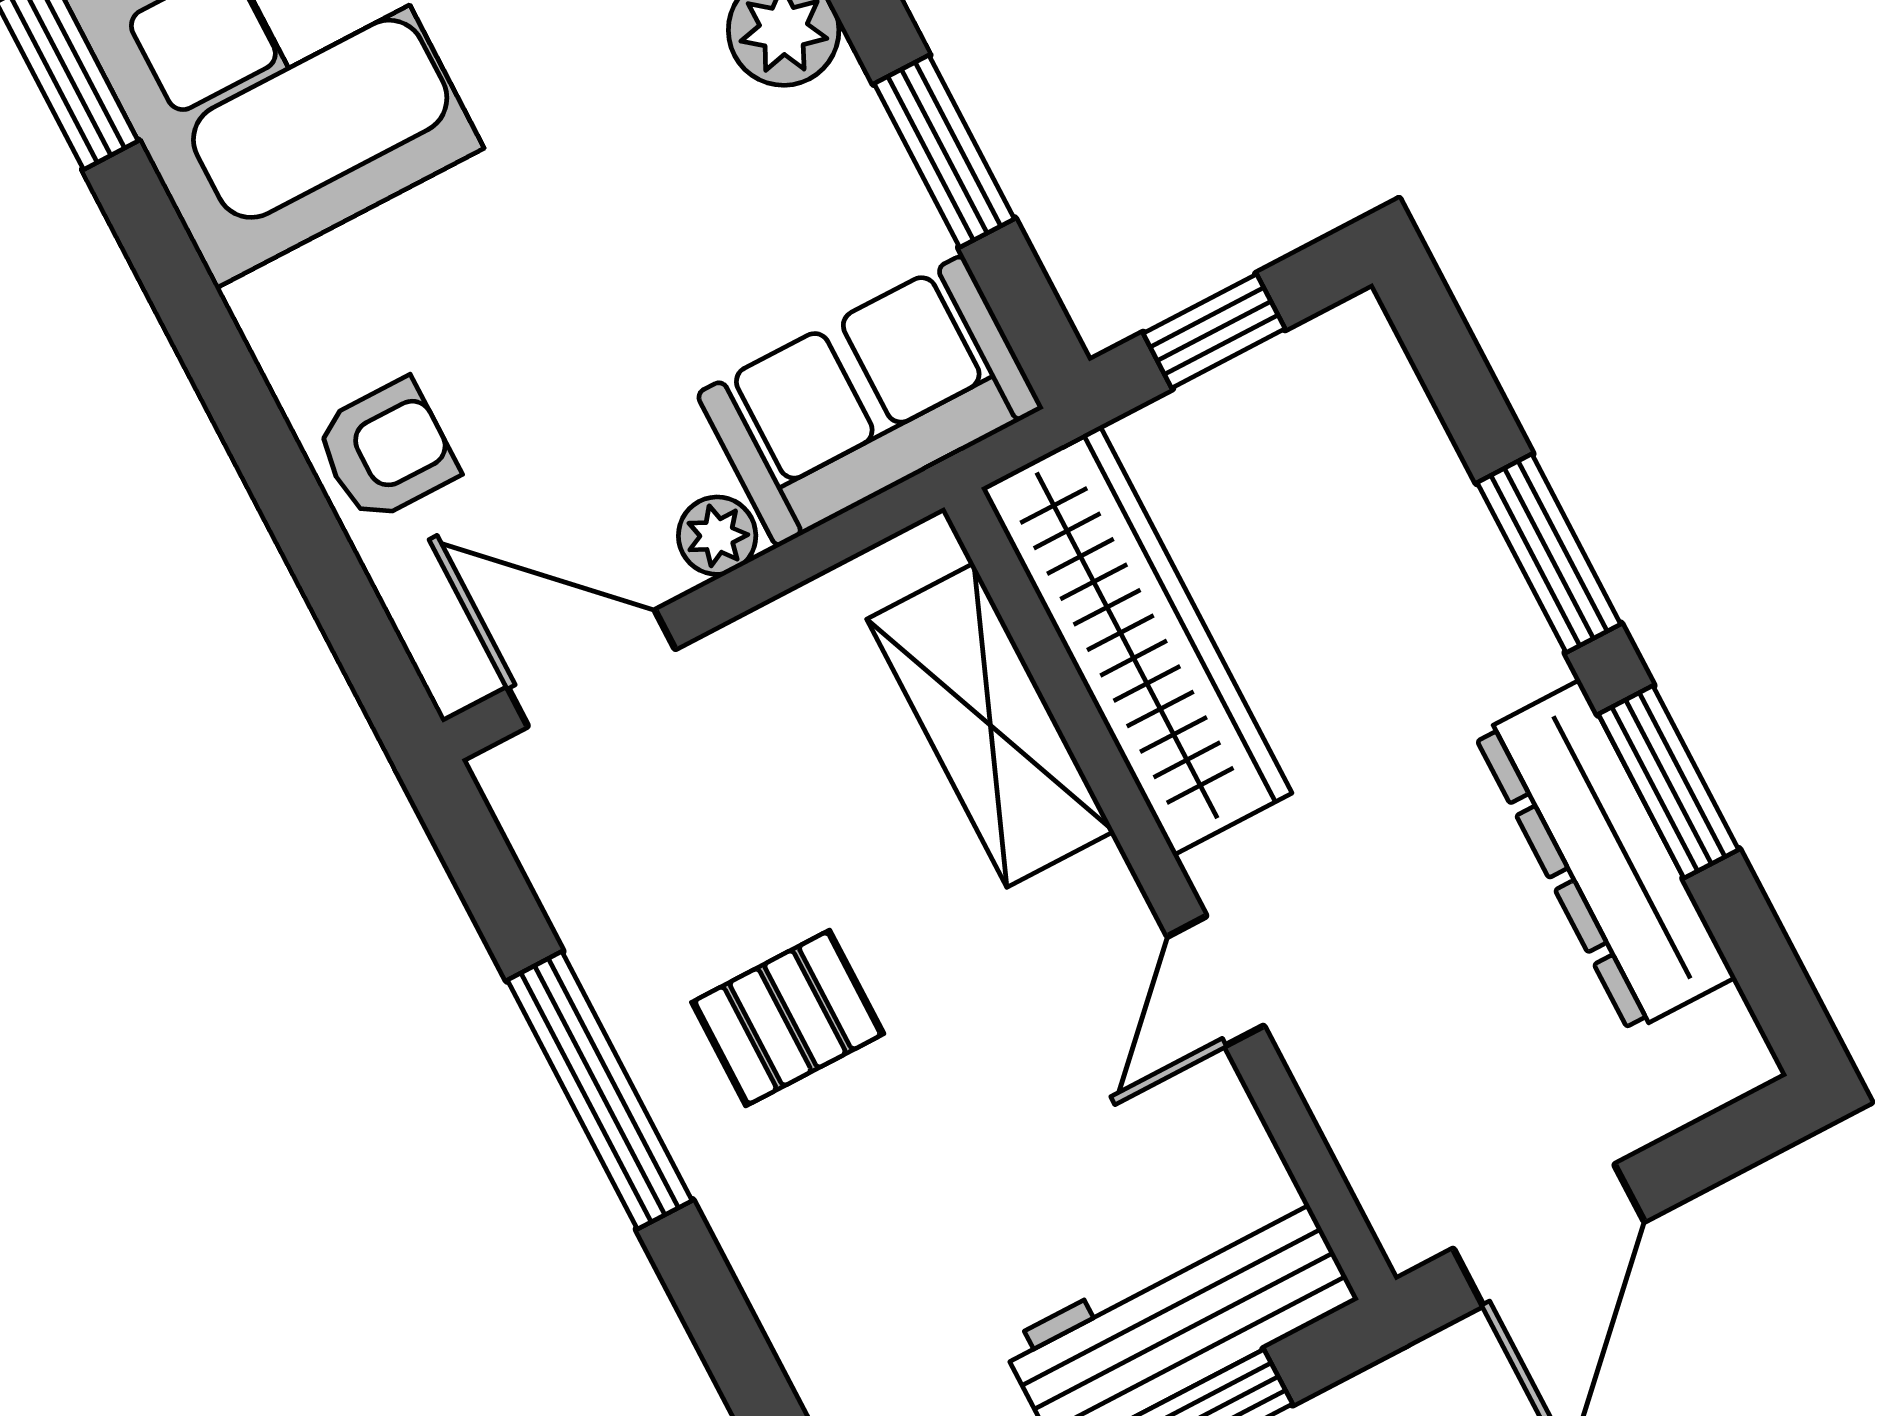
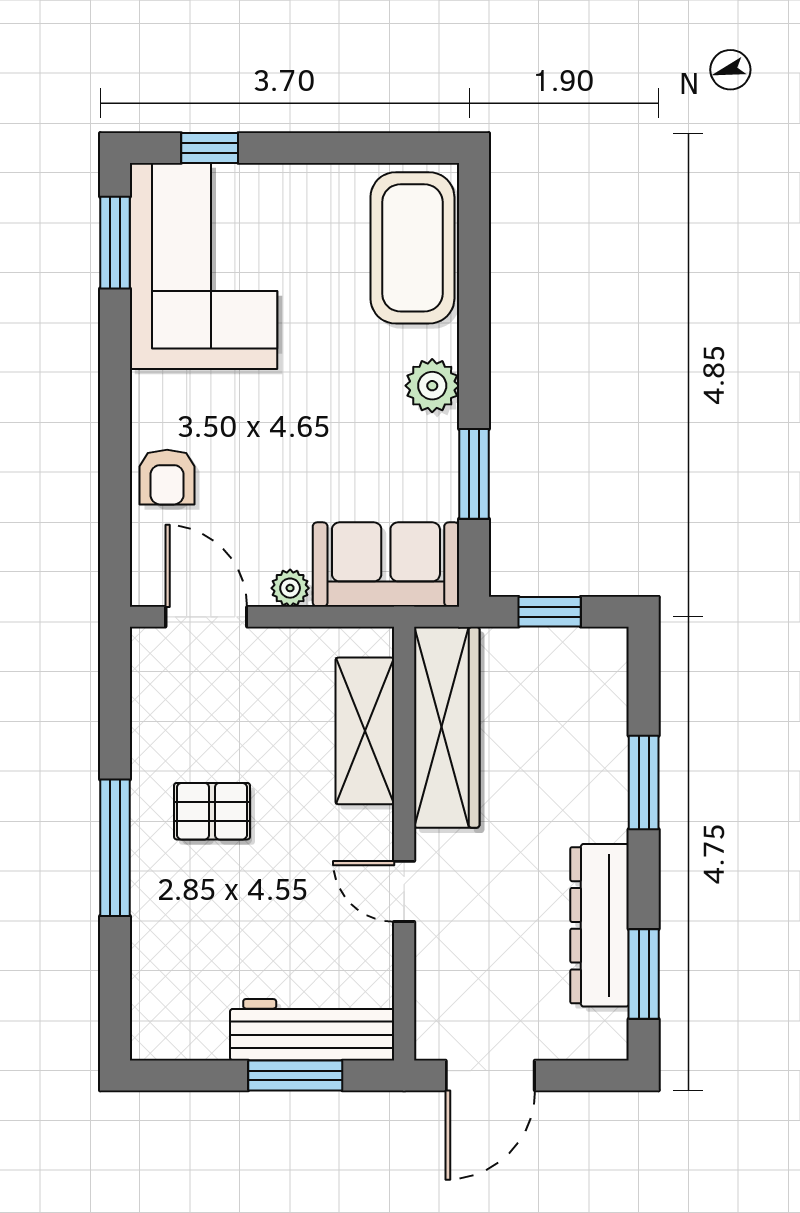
armchair: (386, 450) -> (167, 477), turned 90
window: (1668, 782) -> (644, 974), moved
door: (1216, 981) -> (404, 891), hinge flipped
window: (600, 1090) -> (115, 848), moved

